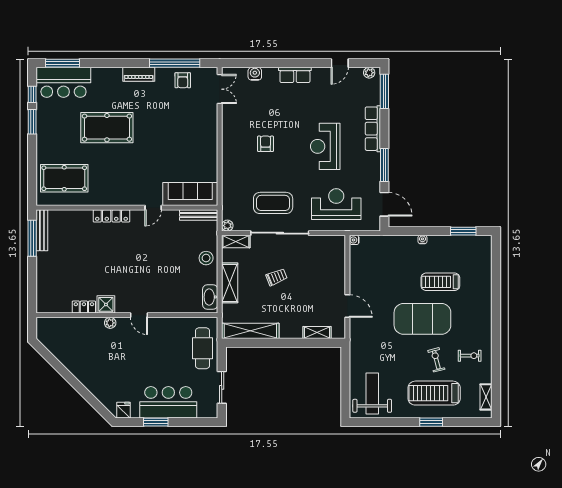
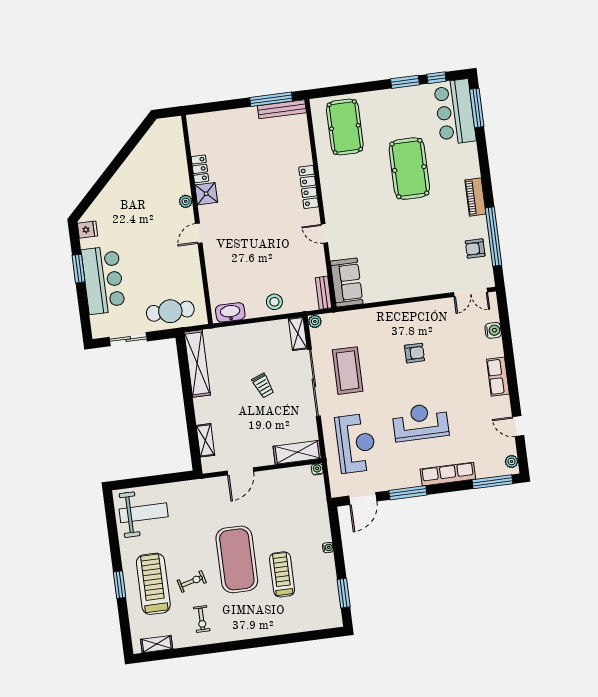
sofa: (190, 194) -> (347, 283), width x0.73
bench: (199, 215) -> (323, 293), width x0.73
shelving: (230, 283) -> (297, 452), moved

